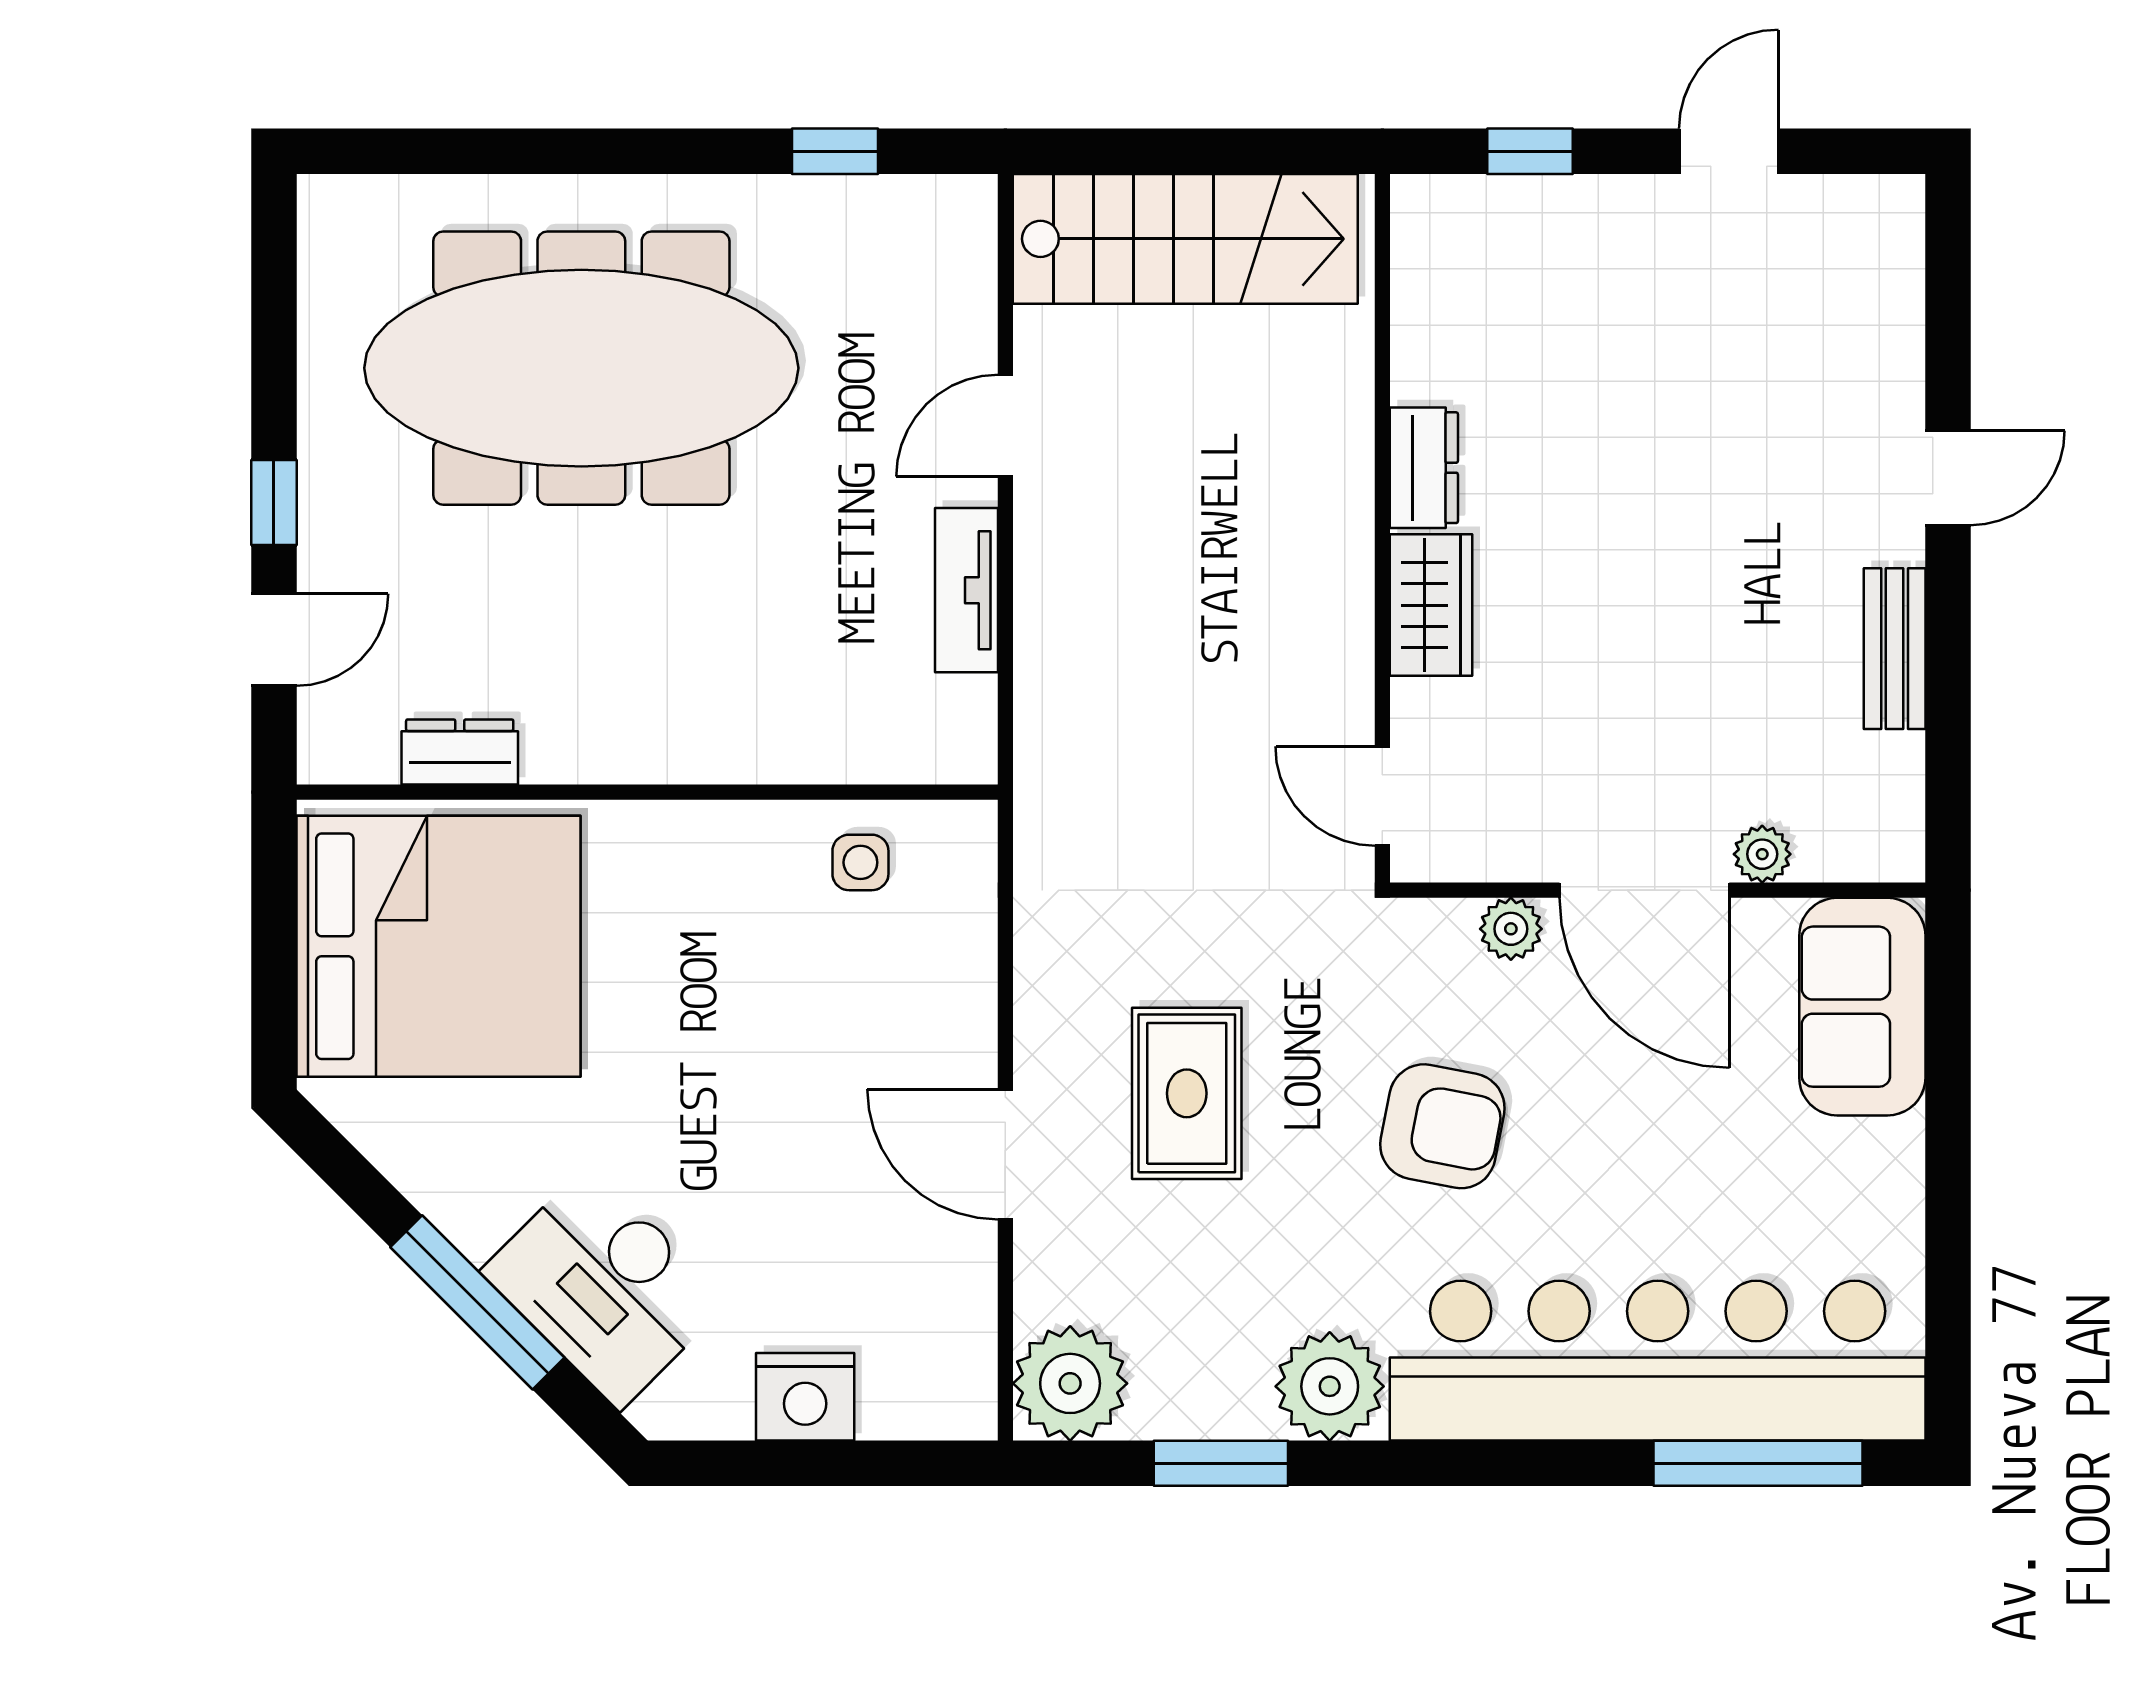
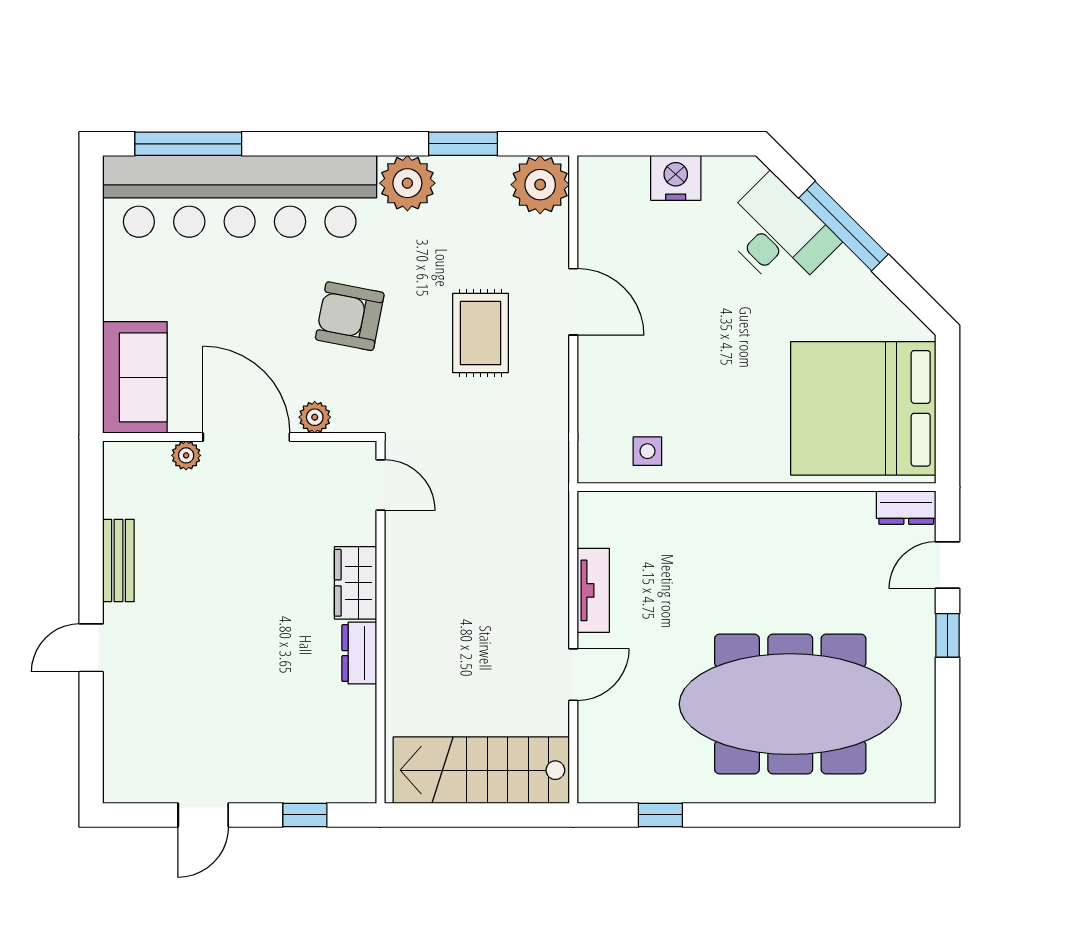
dresser: (460, 752) -> (906, 508), moved

